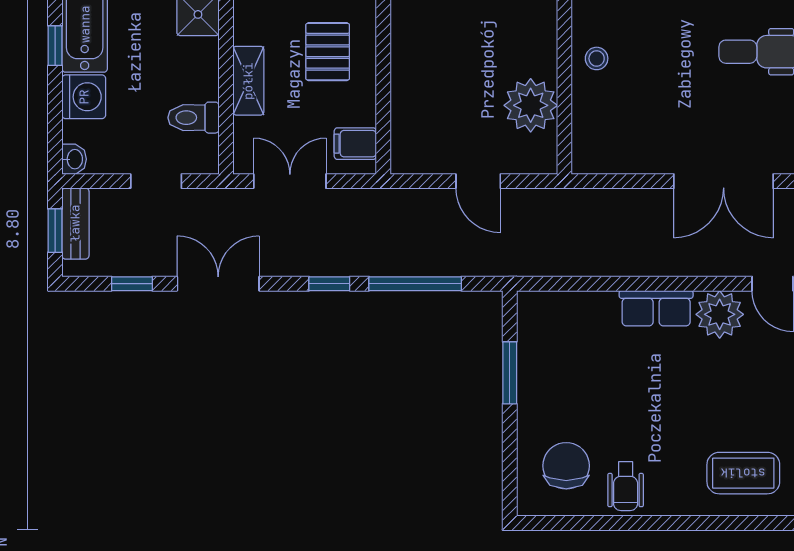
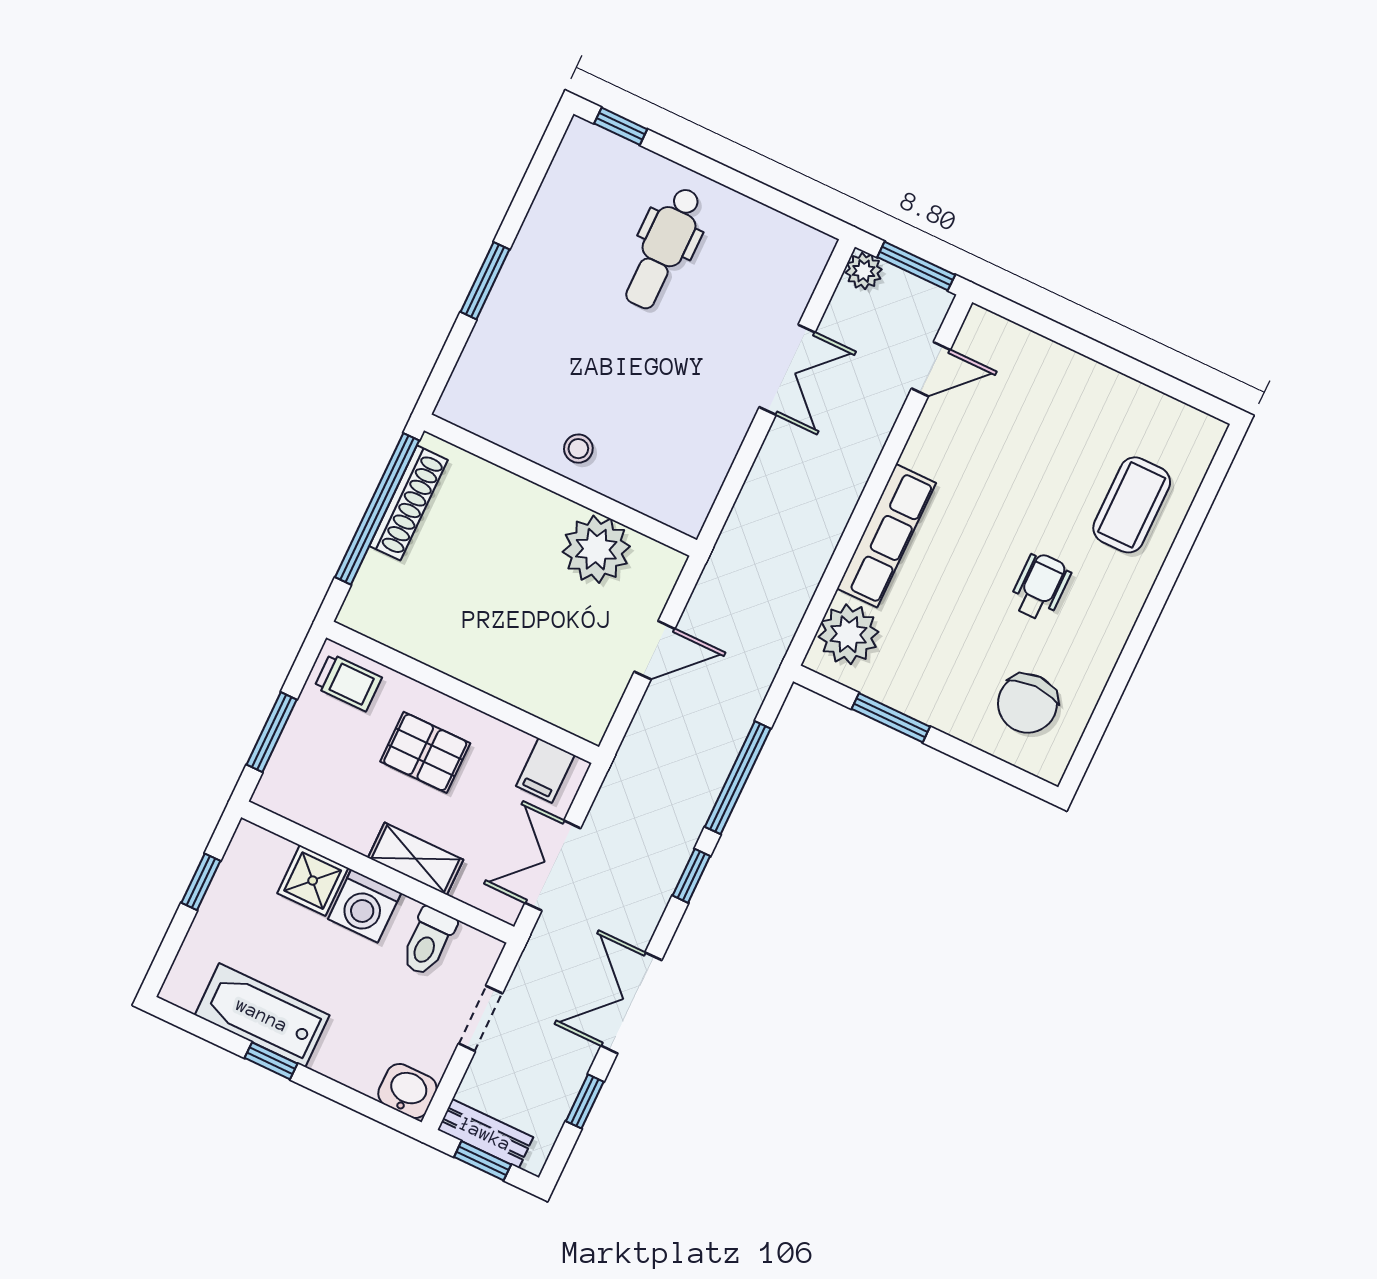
washing machine: (84, 97) -> (365, 906), moved, turned 180
washbasin: (74, 159) -> (407, 1091), width x1.38, depth x1.45
double door: (724, 181) -> (787, 370), width x0.73
row of seats: (656, 308) -> (886, 536), width x1.48
plant: (720, 314) -> (849, 634), moved
chair: (566, 466) -> (1028, 703), turned -90
wheelchair: (626, 486) -> (1040, 587), moved, turned -90

